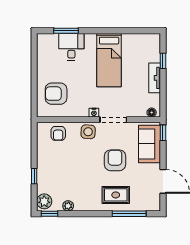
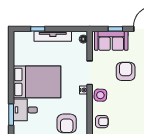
bed: (109, 60) -> (37, 82), width x1.50
tv unit: (155, 78) -> (53, 36), width x1.41
window: (163, 133) -> (115, 29), moved
armchair: (115, 160) -> (126, 71), turned 90

